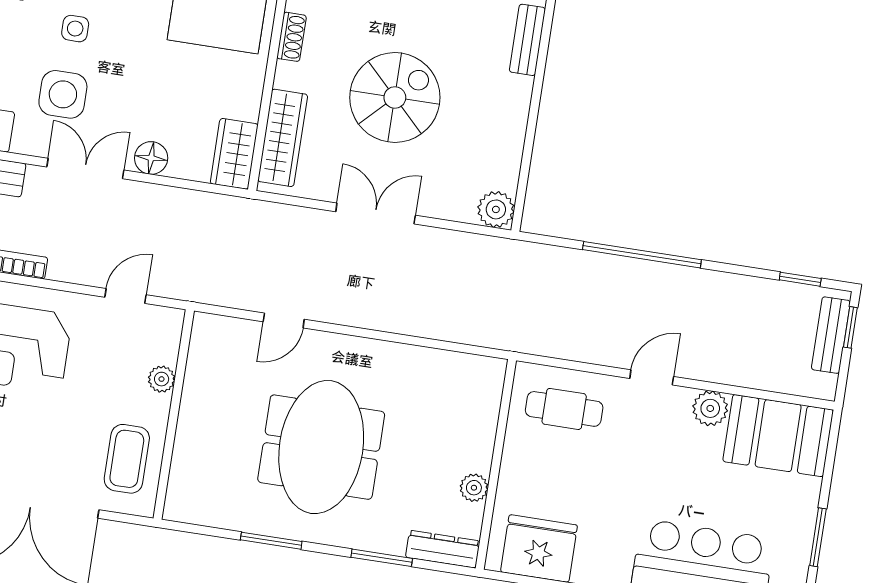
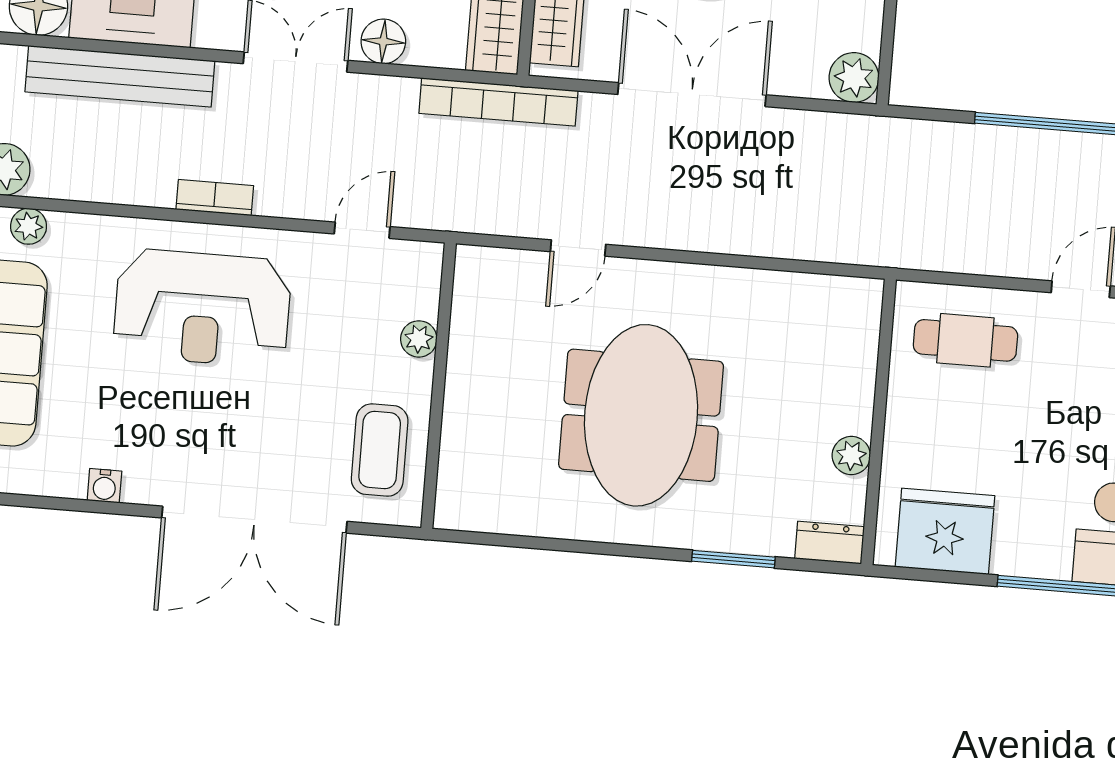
bookcase: (233, 209) -> (498, 102), added
double door: (376, 213) -> (692, 95), width x1.37
window: (271, 541) -> (583, 547), removed
dresser: (443, 549) -> (830, 543), width x0.70

